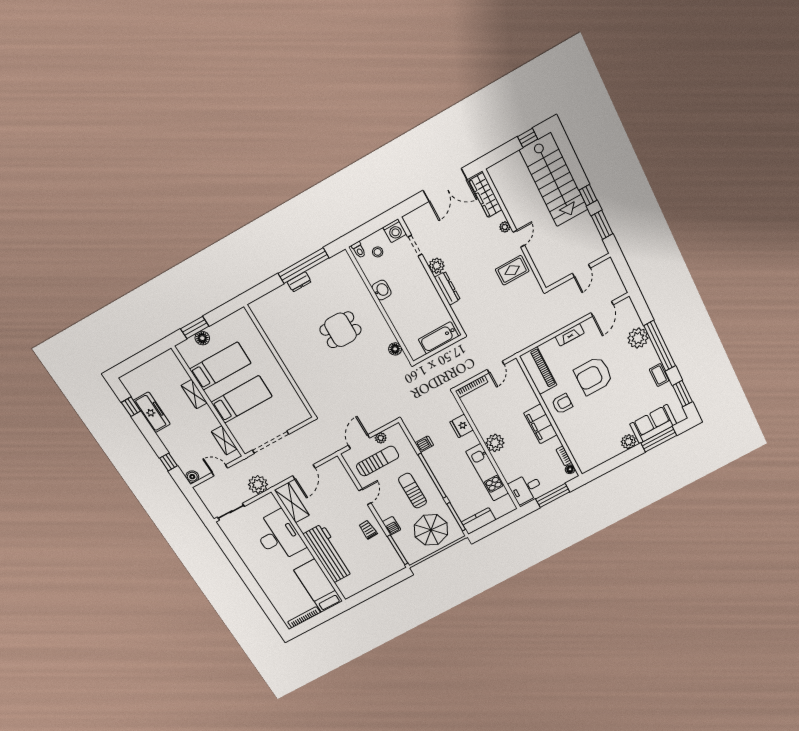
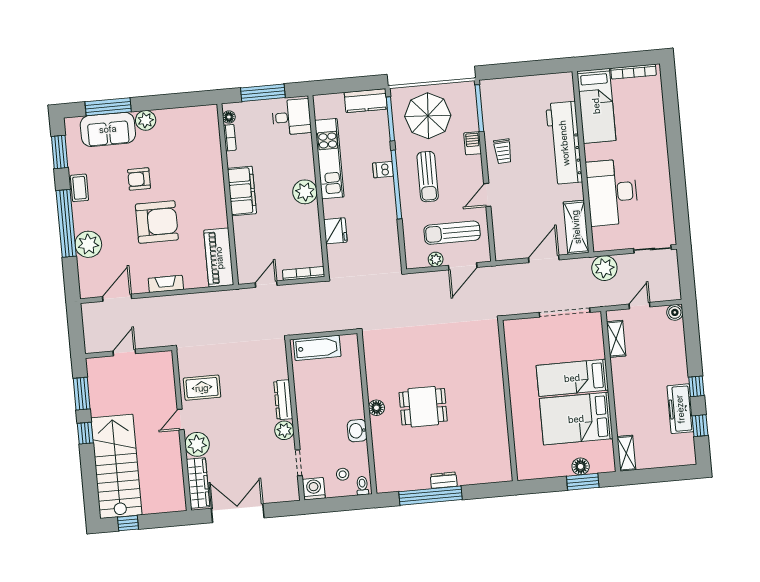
plant: (505, 227) -> (197, 444), width x1.87, depth x1.87
floor lamp: (395, 349) -> (376, 408), moved
bed: (220, 366) -> (576, 419), width x1.50
shelving: (194, 394) -> (626, 453), moved
armchair: (562, 404) -> (139, 179), moved
dishwasher: (424, 444) -> (383, 170), moved
window: (169, 462) -> (696, 386), moved
door: (220, 470) -> (640, 306), swing flipped

